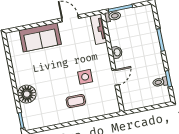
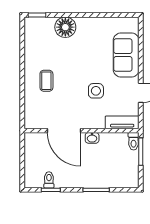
side table: (85, 77) -> (96, 91), moved
door: (115, 78) -> (64, 131), width x1.87

